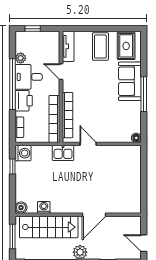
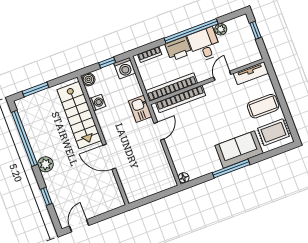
washing machine: (44, 207) -> (97, 103), moved
boiler: (21, 208) -> (88, 79), moved
wall: (78, 215) -> (103, 140), moved
door: (94, 215) -> (109, 157), moved
stairs: (49, 227) -> (79, 115), moved

